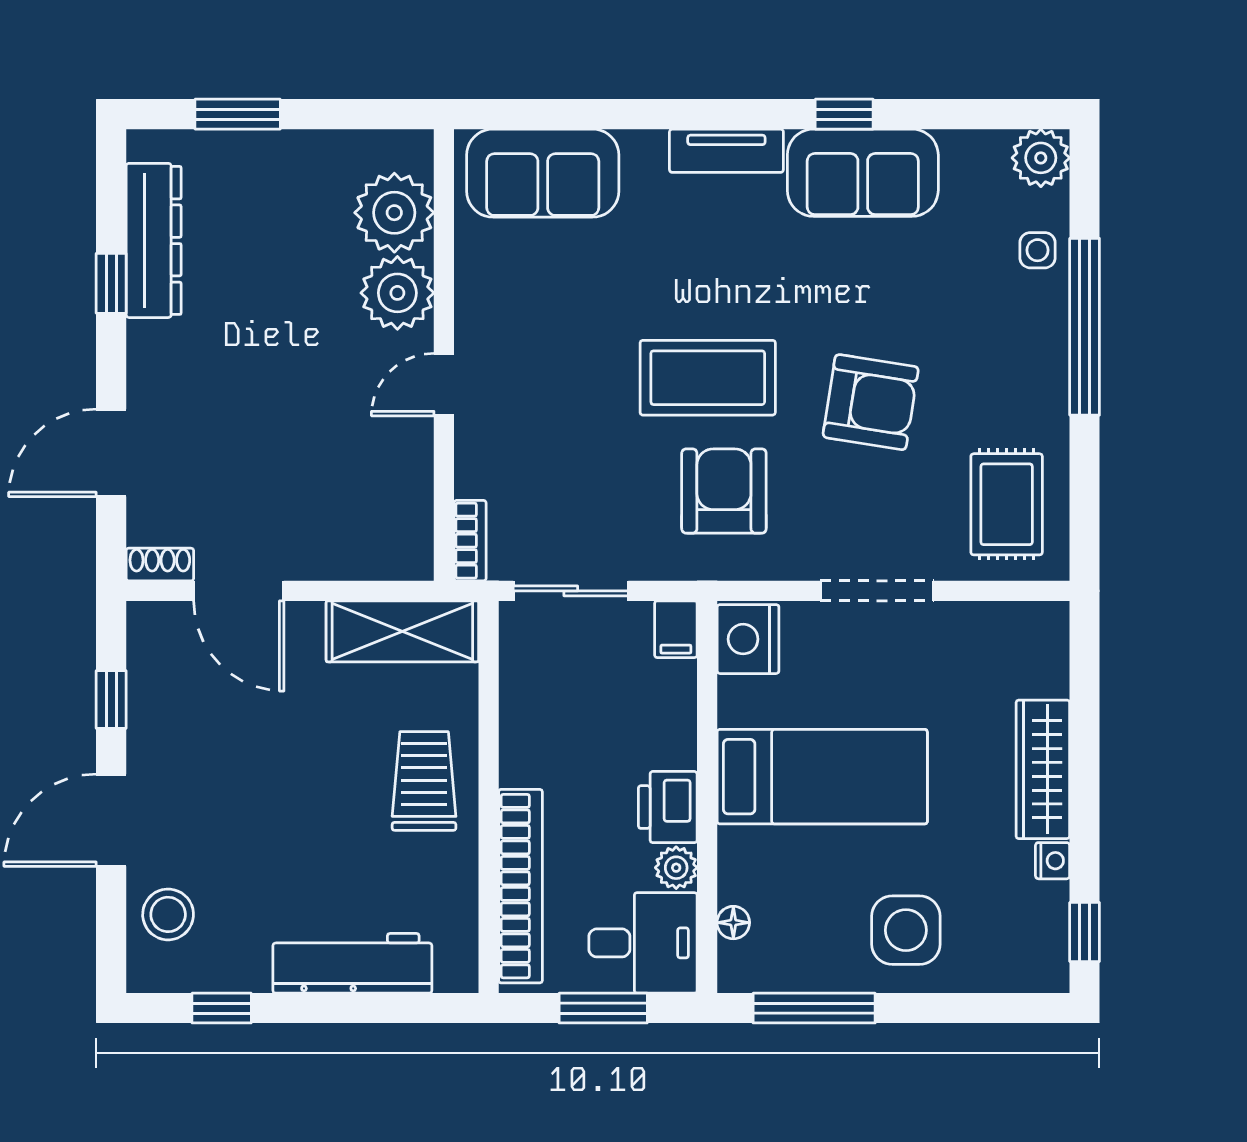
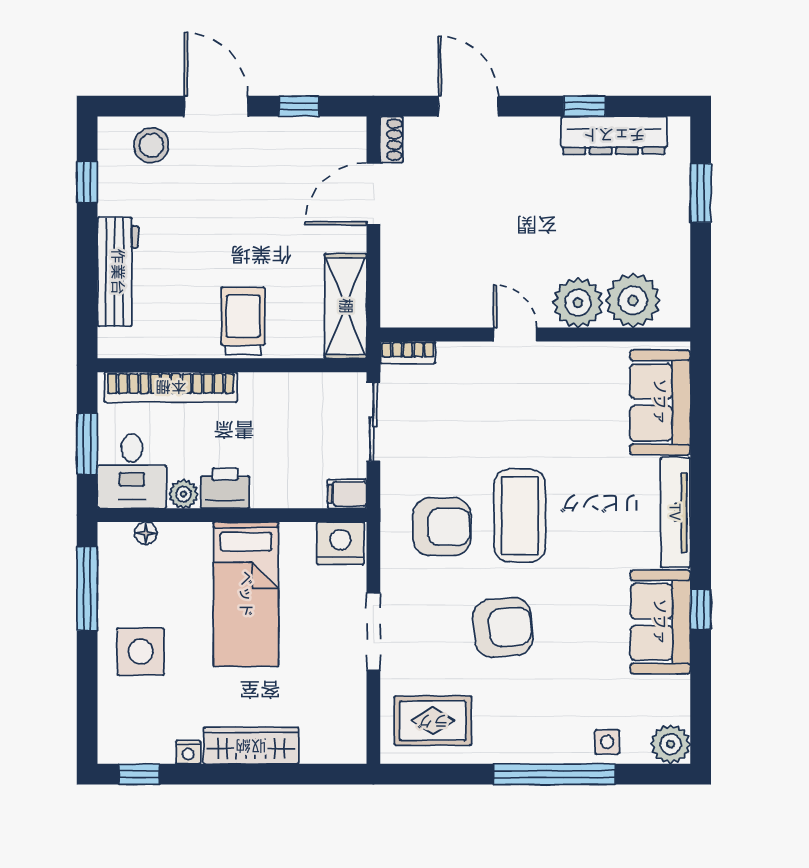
tv unit: (726, 151) -> (675, 512), width x1.41
armchair: (871, 402) -> (503, 627), turned -104
trolley: (424, 781) -> (243, 321), turned -90

